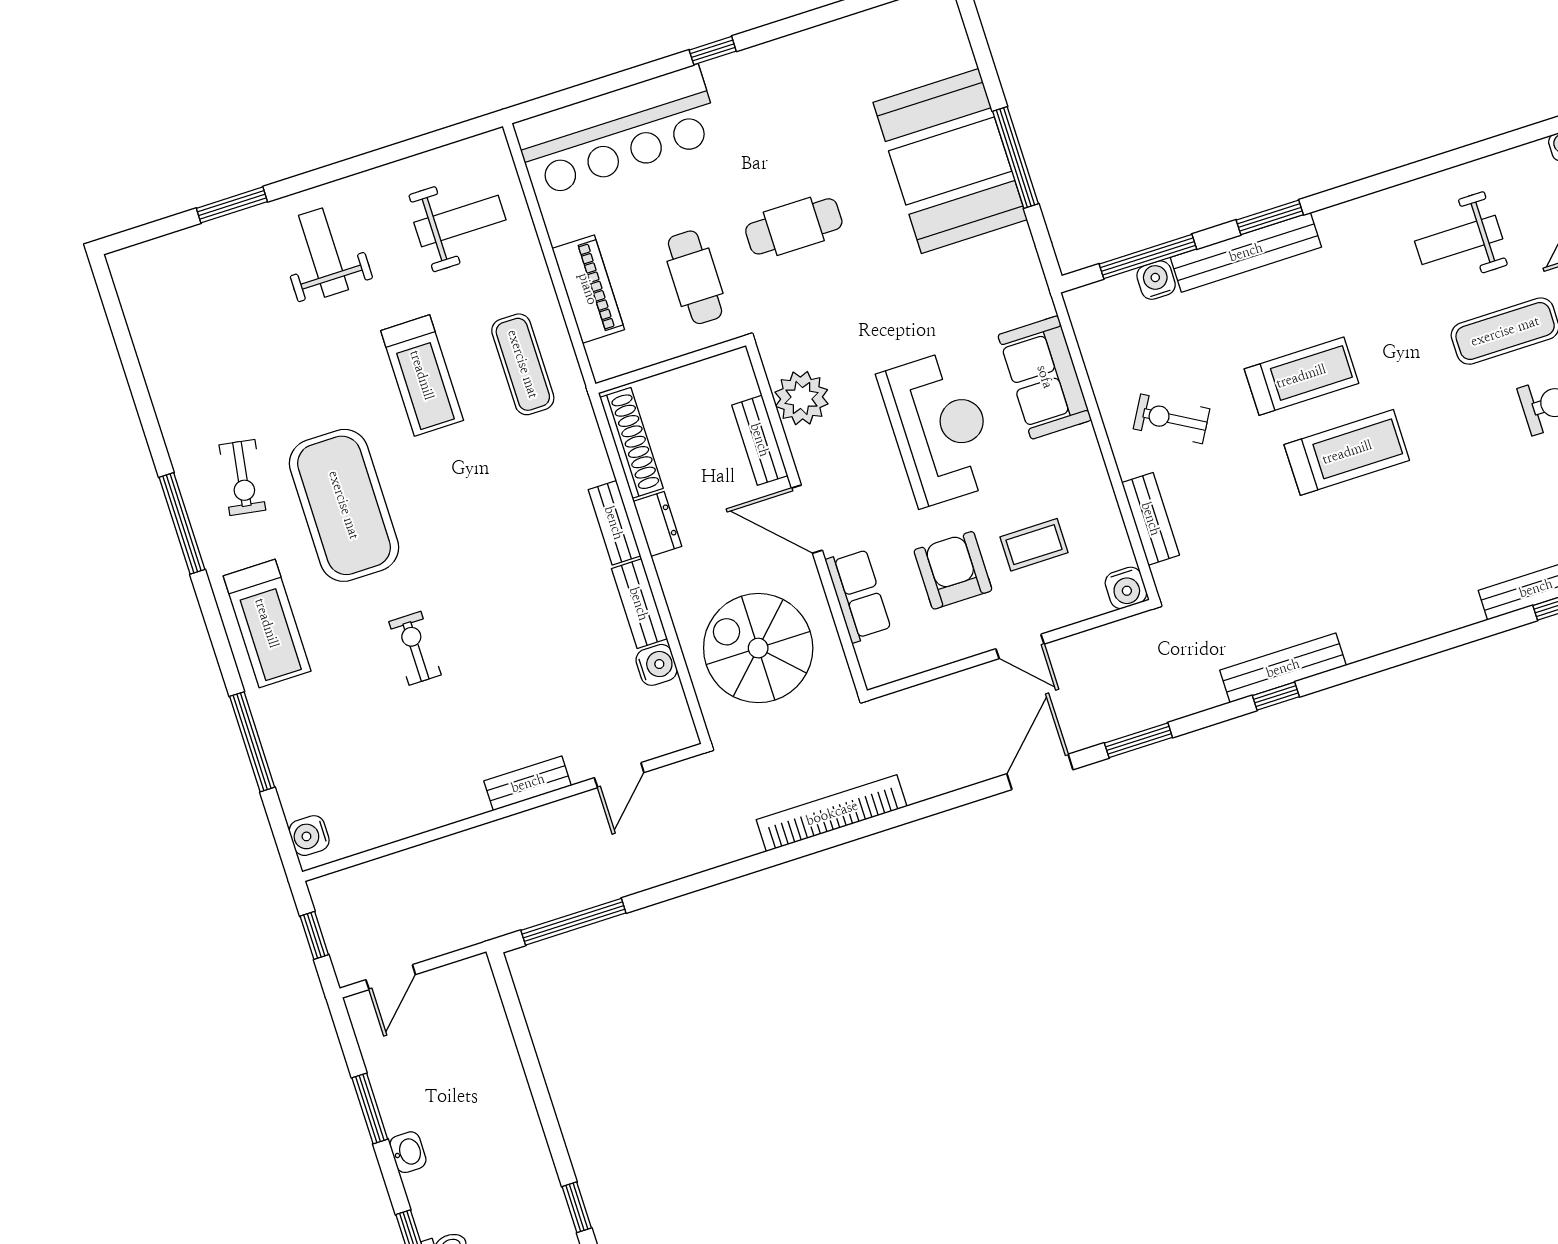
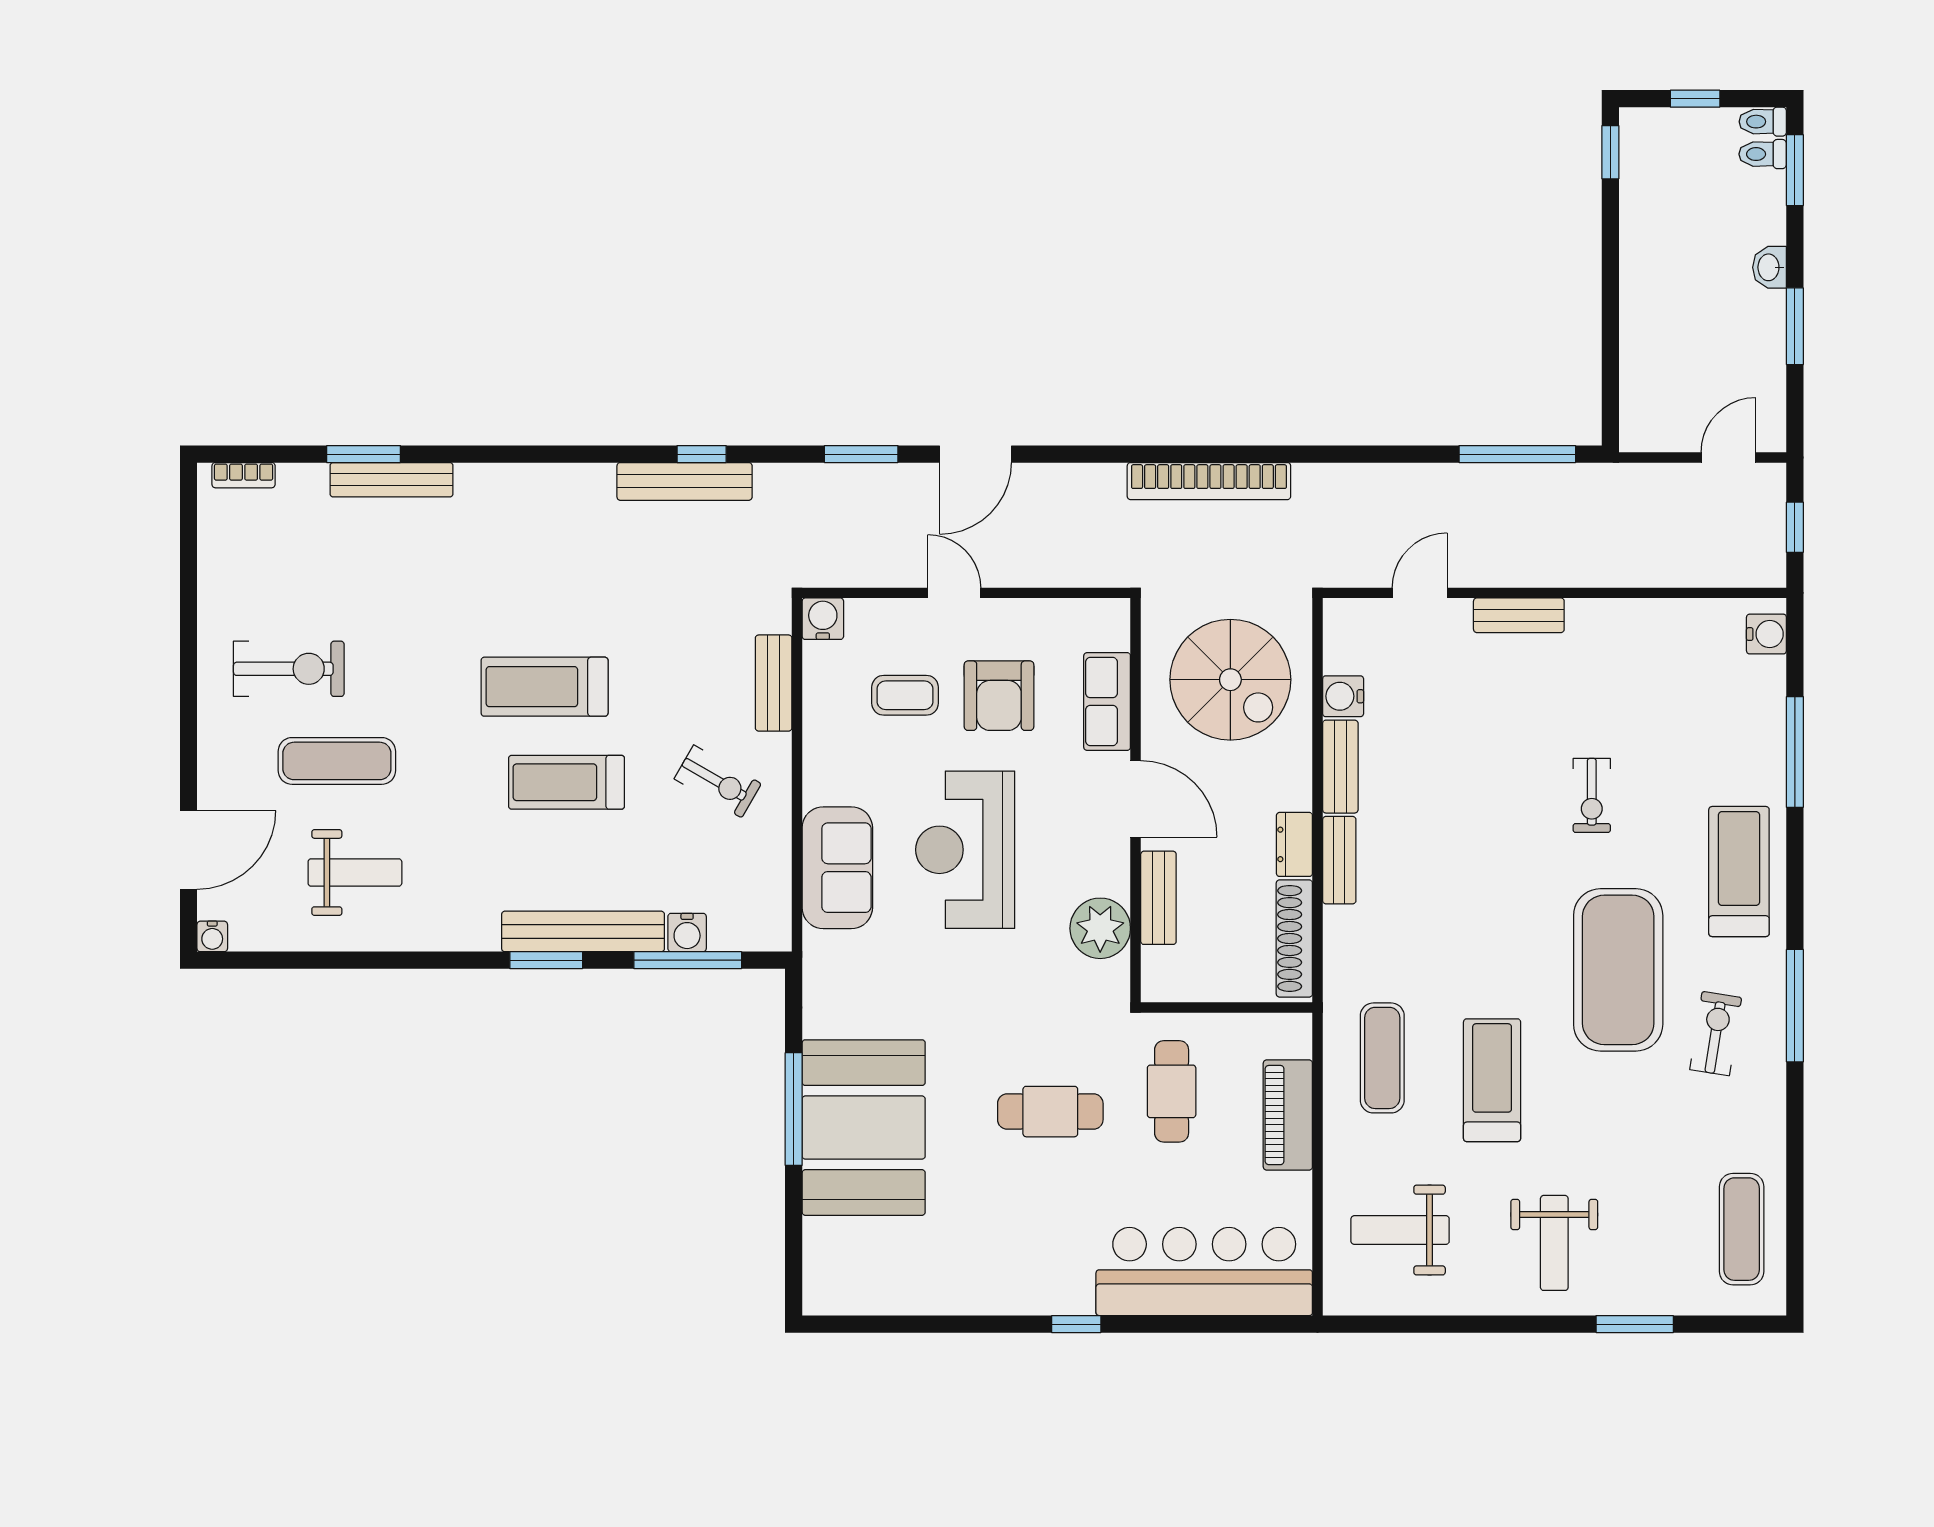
exercise mat: (166, 316) -> (1742, 1229), added

